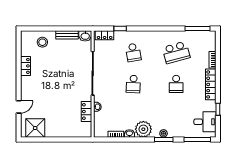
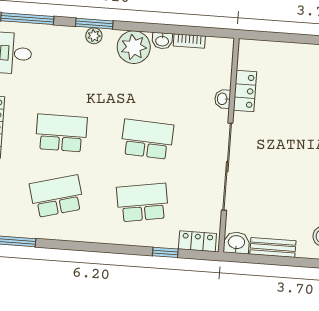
school desk: (133, 52) -> (142, 203), width x1.85
school desk: (133, 84) -> (147, 139), width x1.85
school desk: (176, 84) -> (61, 133), width x1.85

